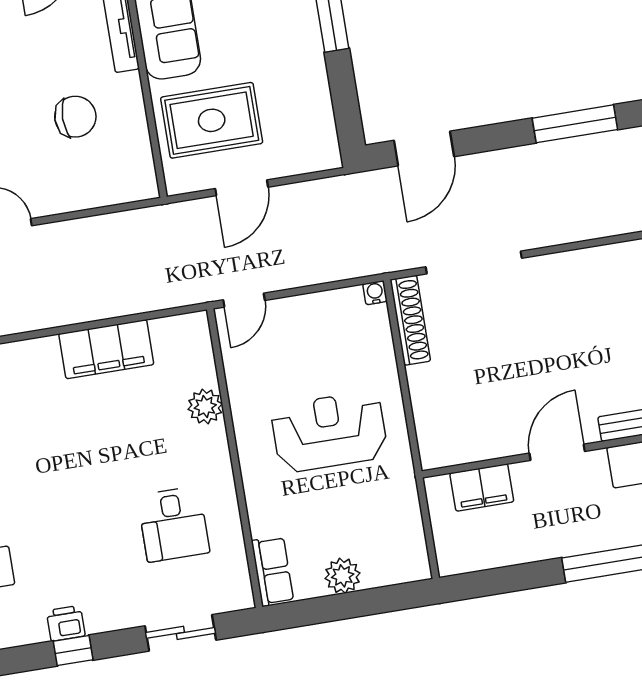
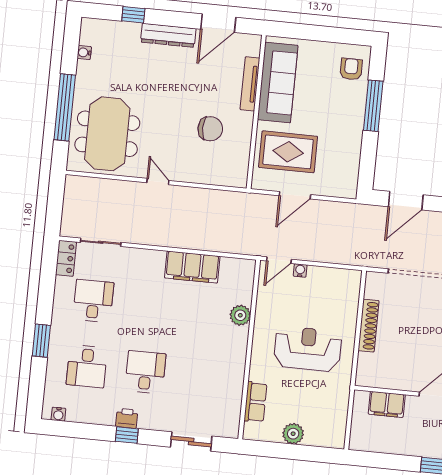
water cooler: (375, 293) -> (300, 270), moved
shoe rack: (410, 320) -> (369, 326), moved
desk: (173, 524) -> (145, 372), moved, turned 180
row of seats: (272, 571) -> (255, 402), moved

